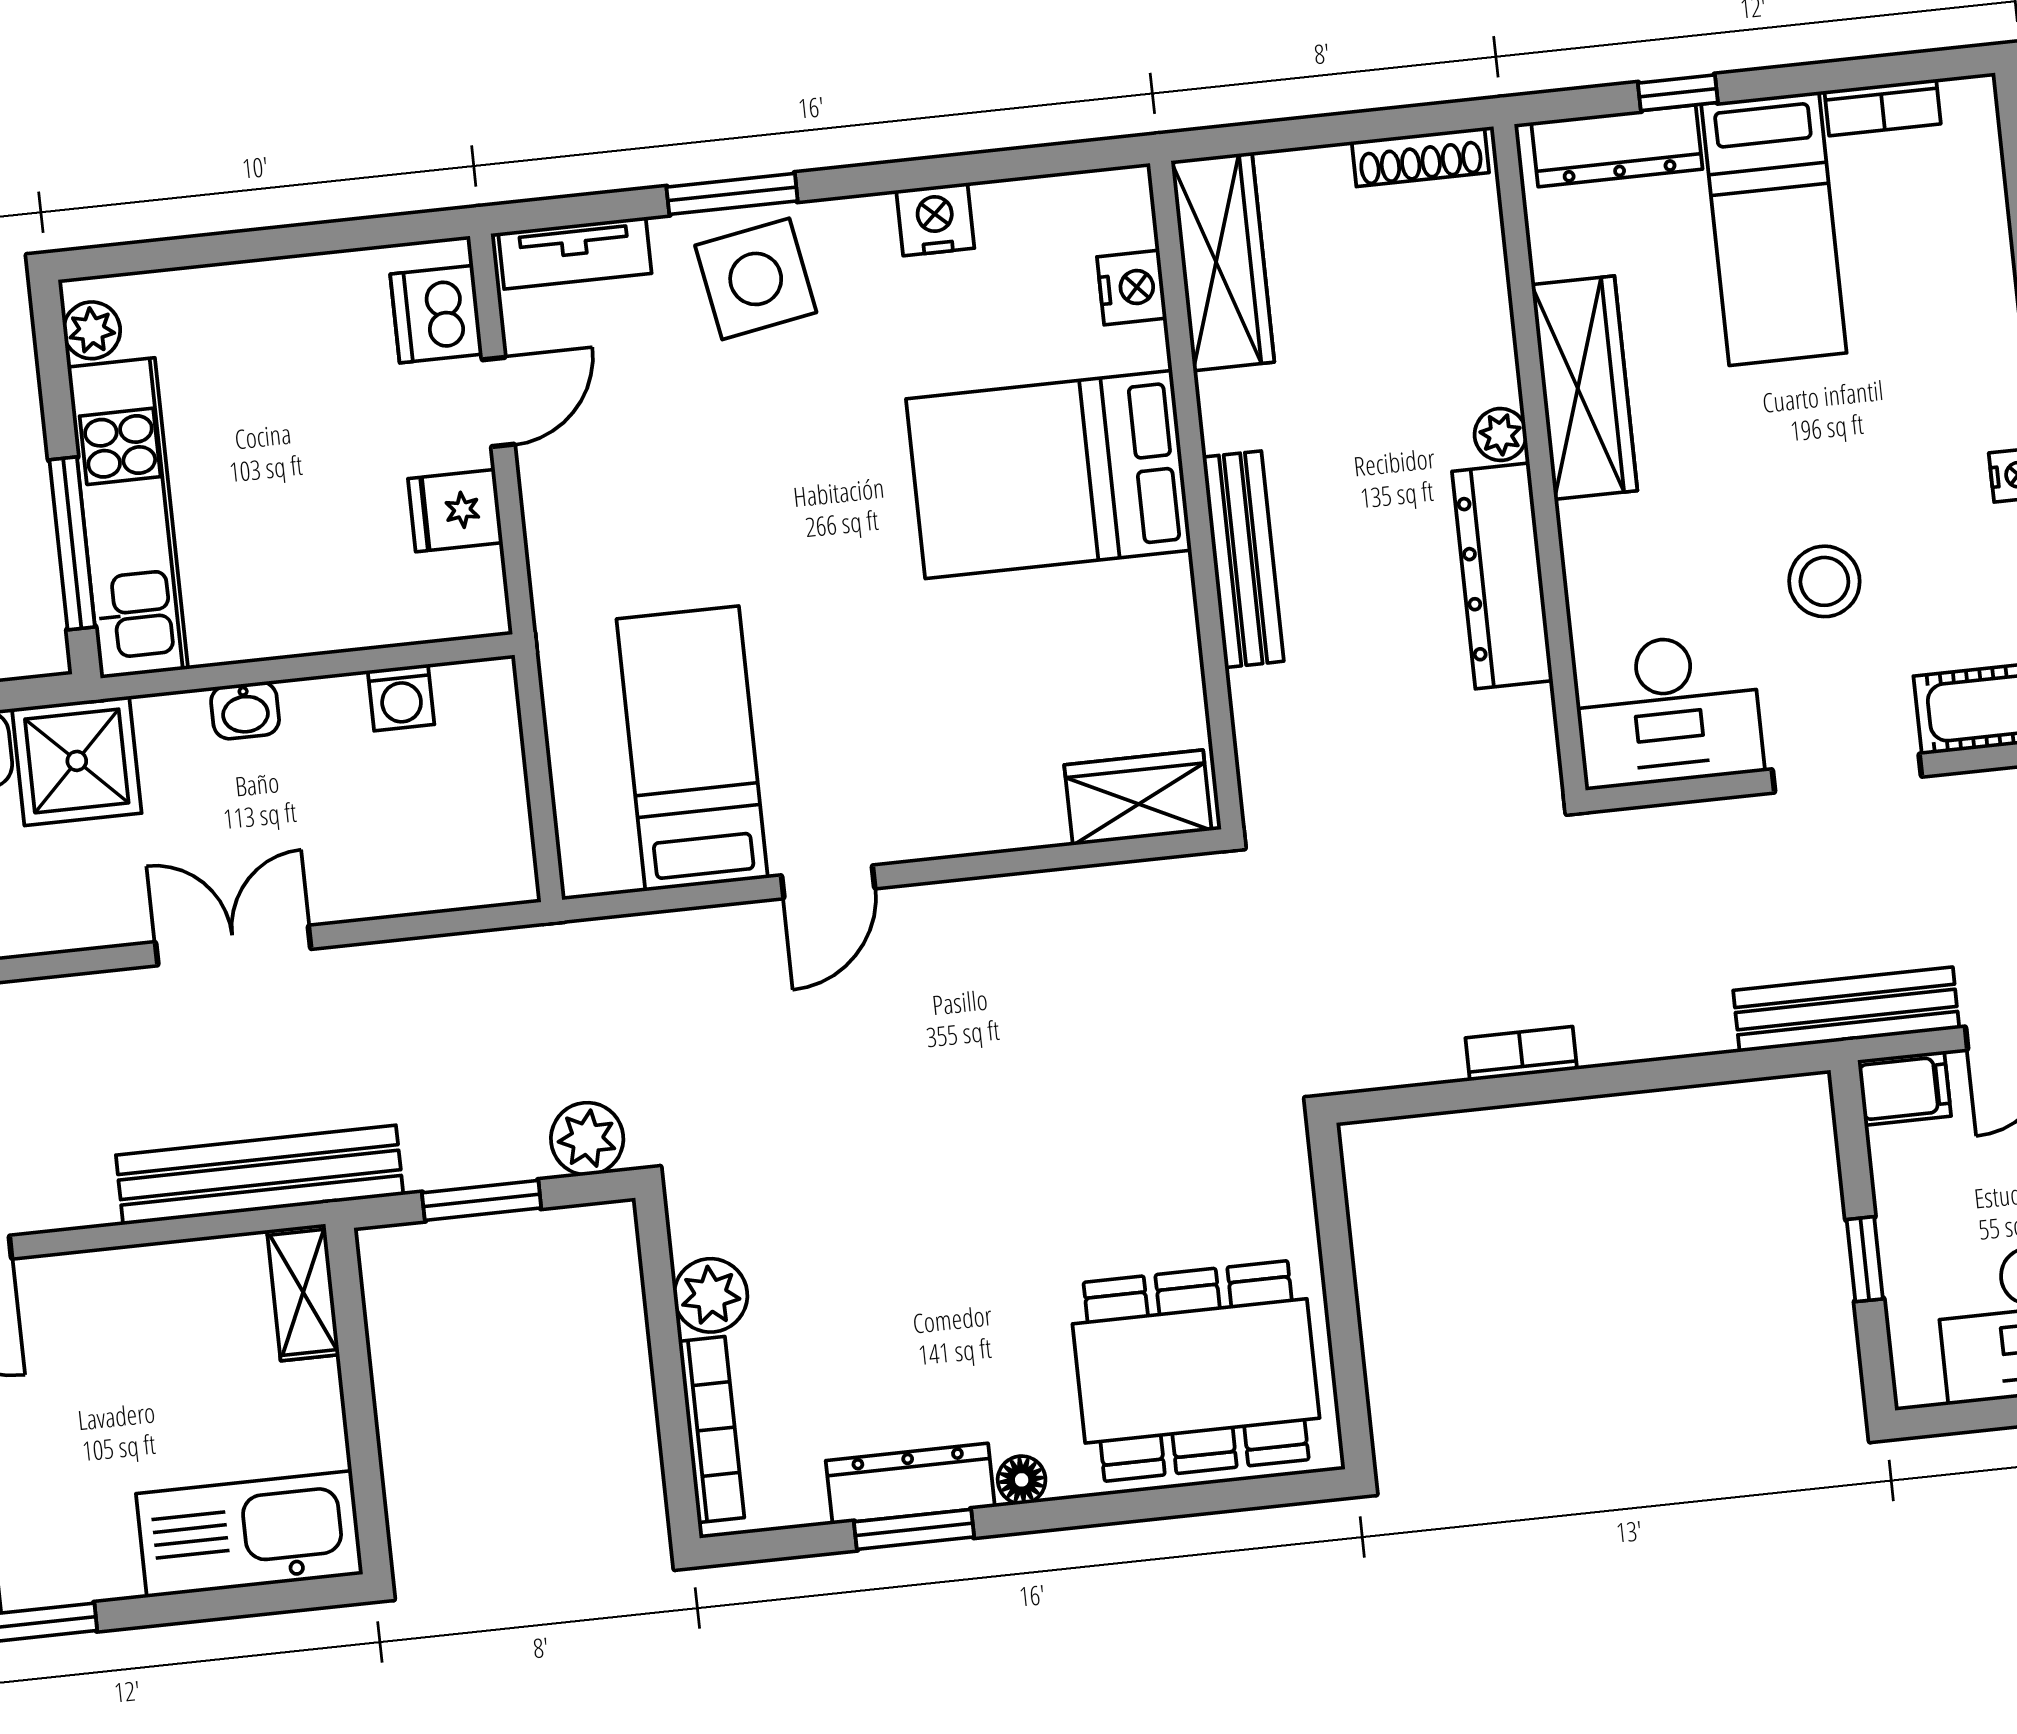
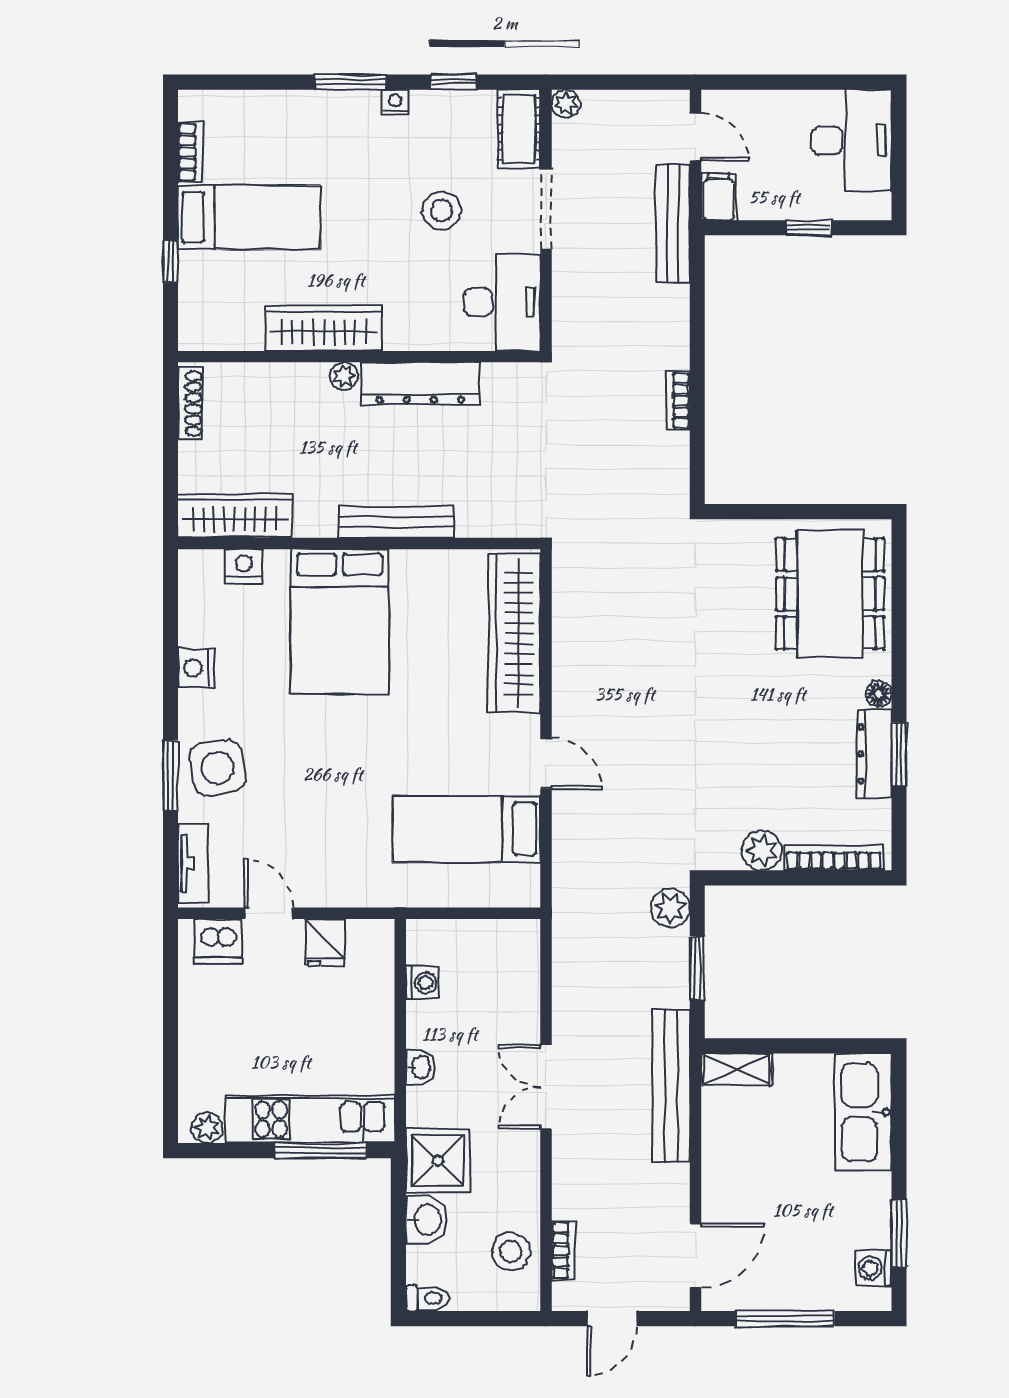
dresser: (1617, 146) -> (195, 297), removed
wardrobe: (1138, 798) -> (515, 634), width x2.10, depth x1.17

